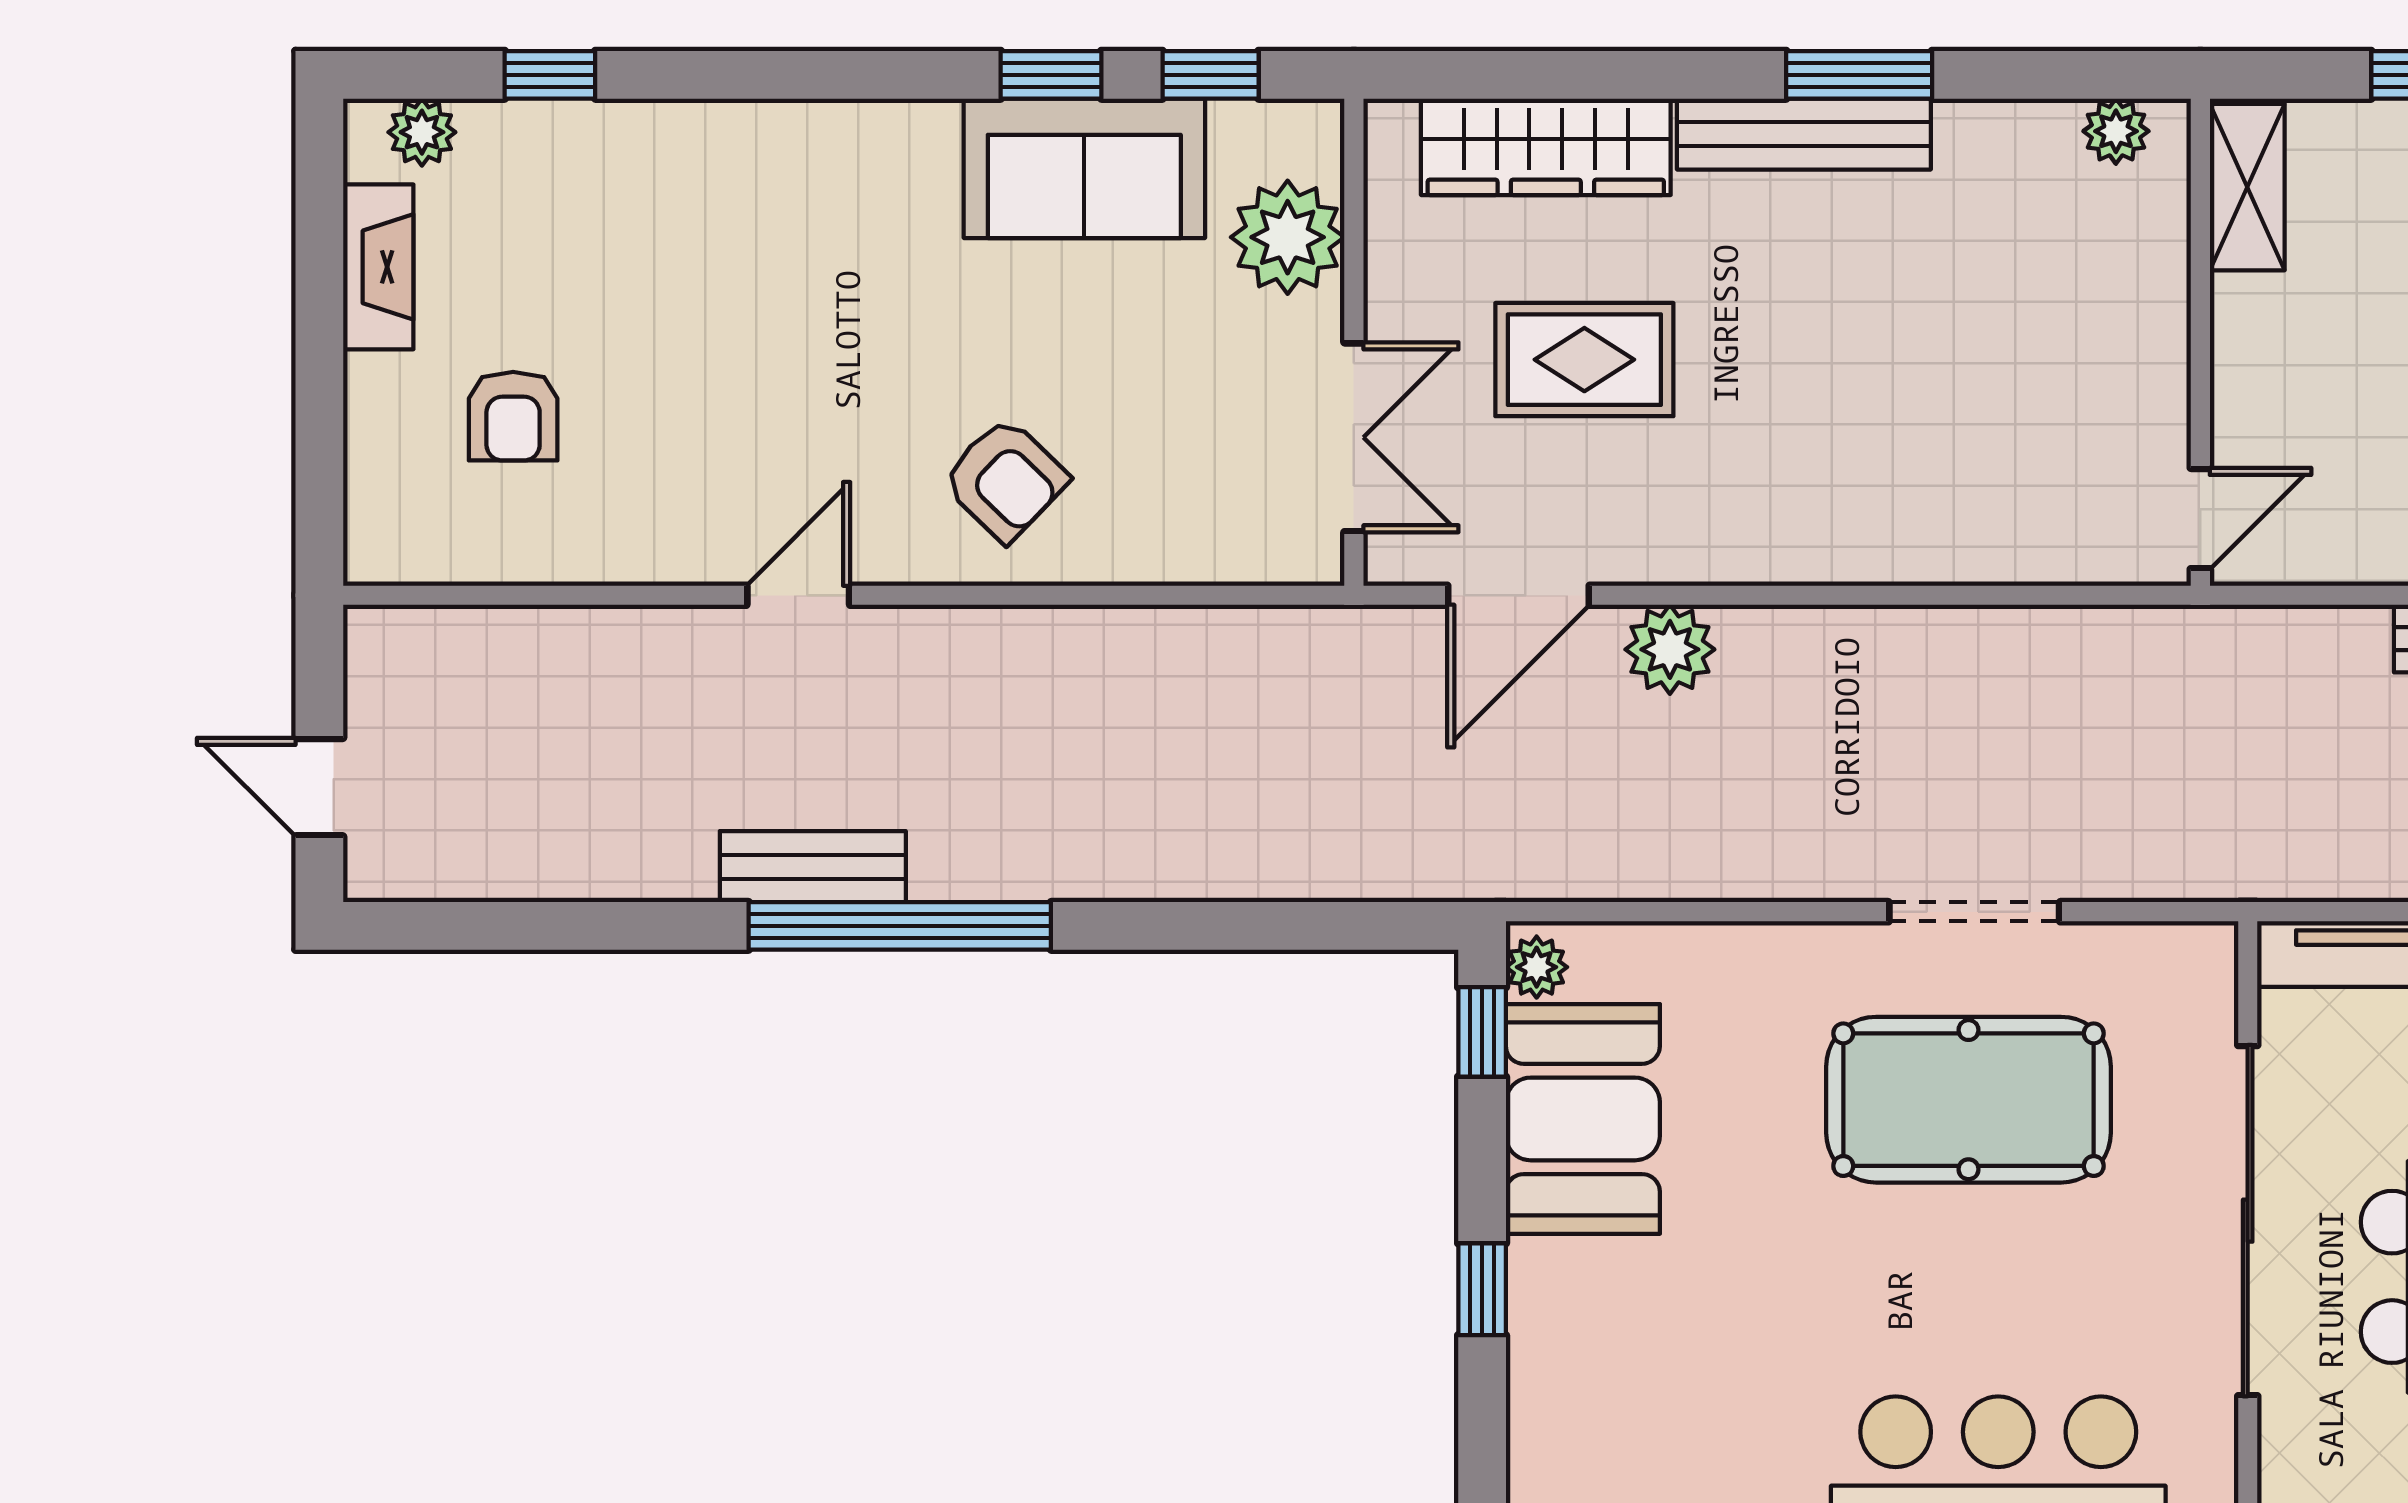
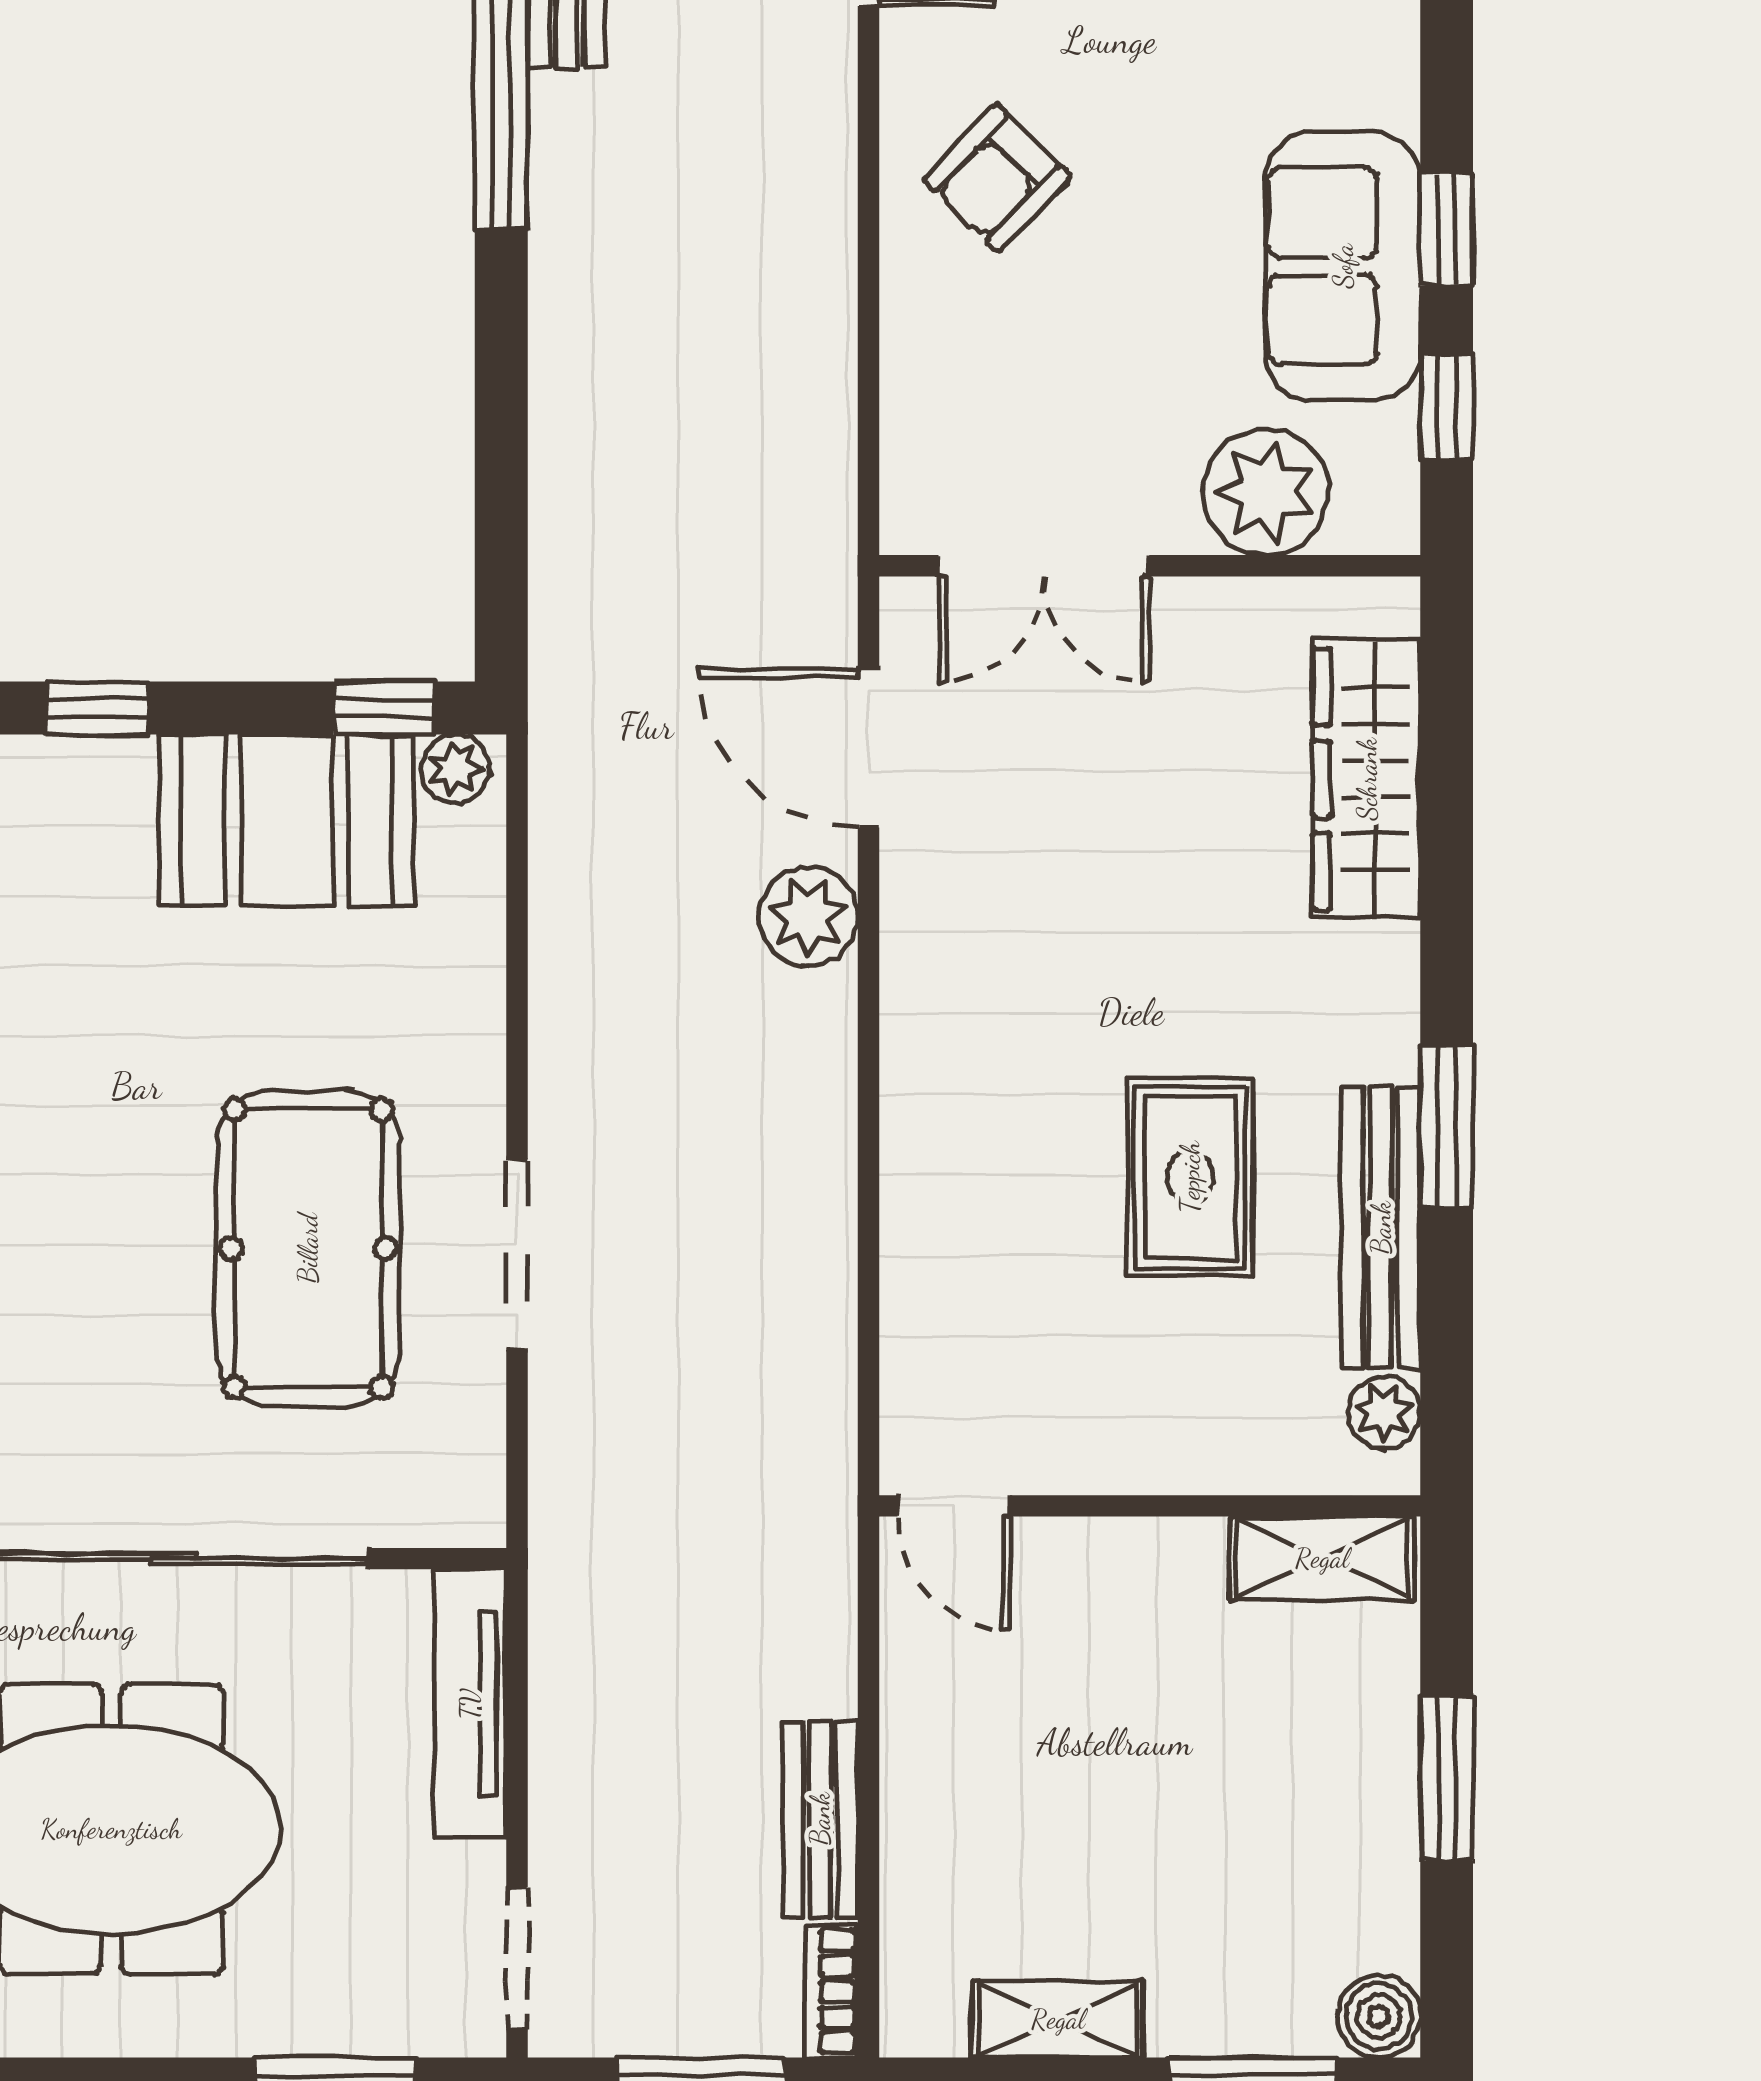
bench: (1804, 134) -> (1381, 1228), moved
rug: (1584, 360) -> (1190, 1177), moved

